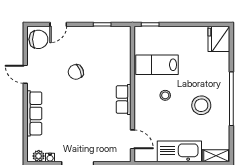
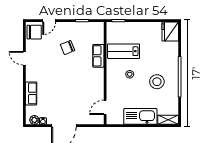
chair: (76, 72) -> (68, 48), moved
row of seats: (124, 100) -> (98, 56), moved
row of seats: (34, 113) -> (31, 93), width x0.68
door: (133, 139) -> (105, 107), swing flipped

